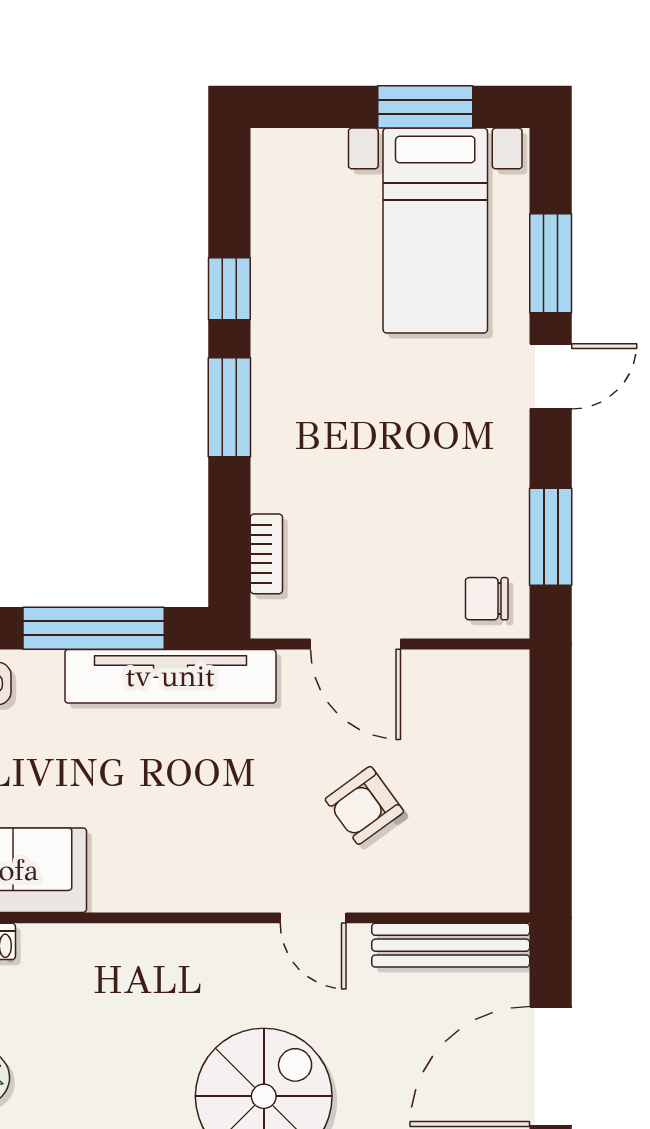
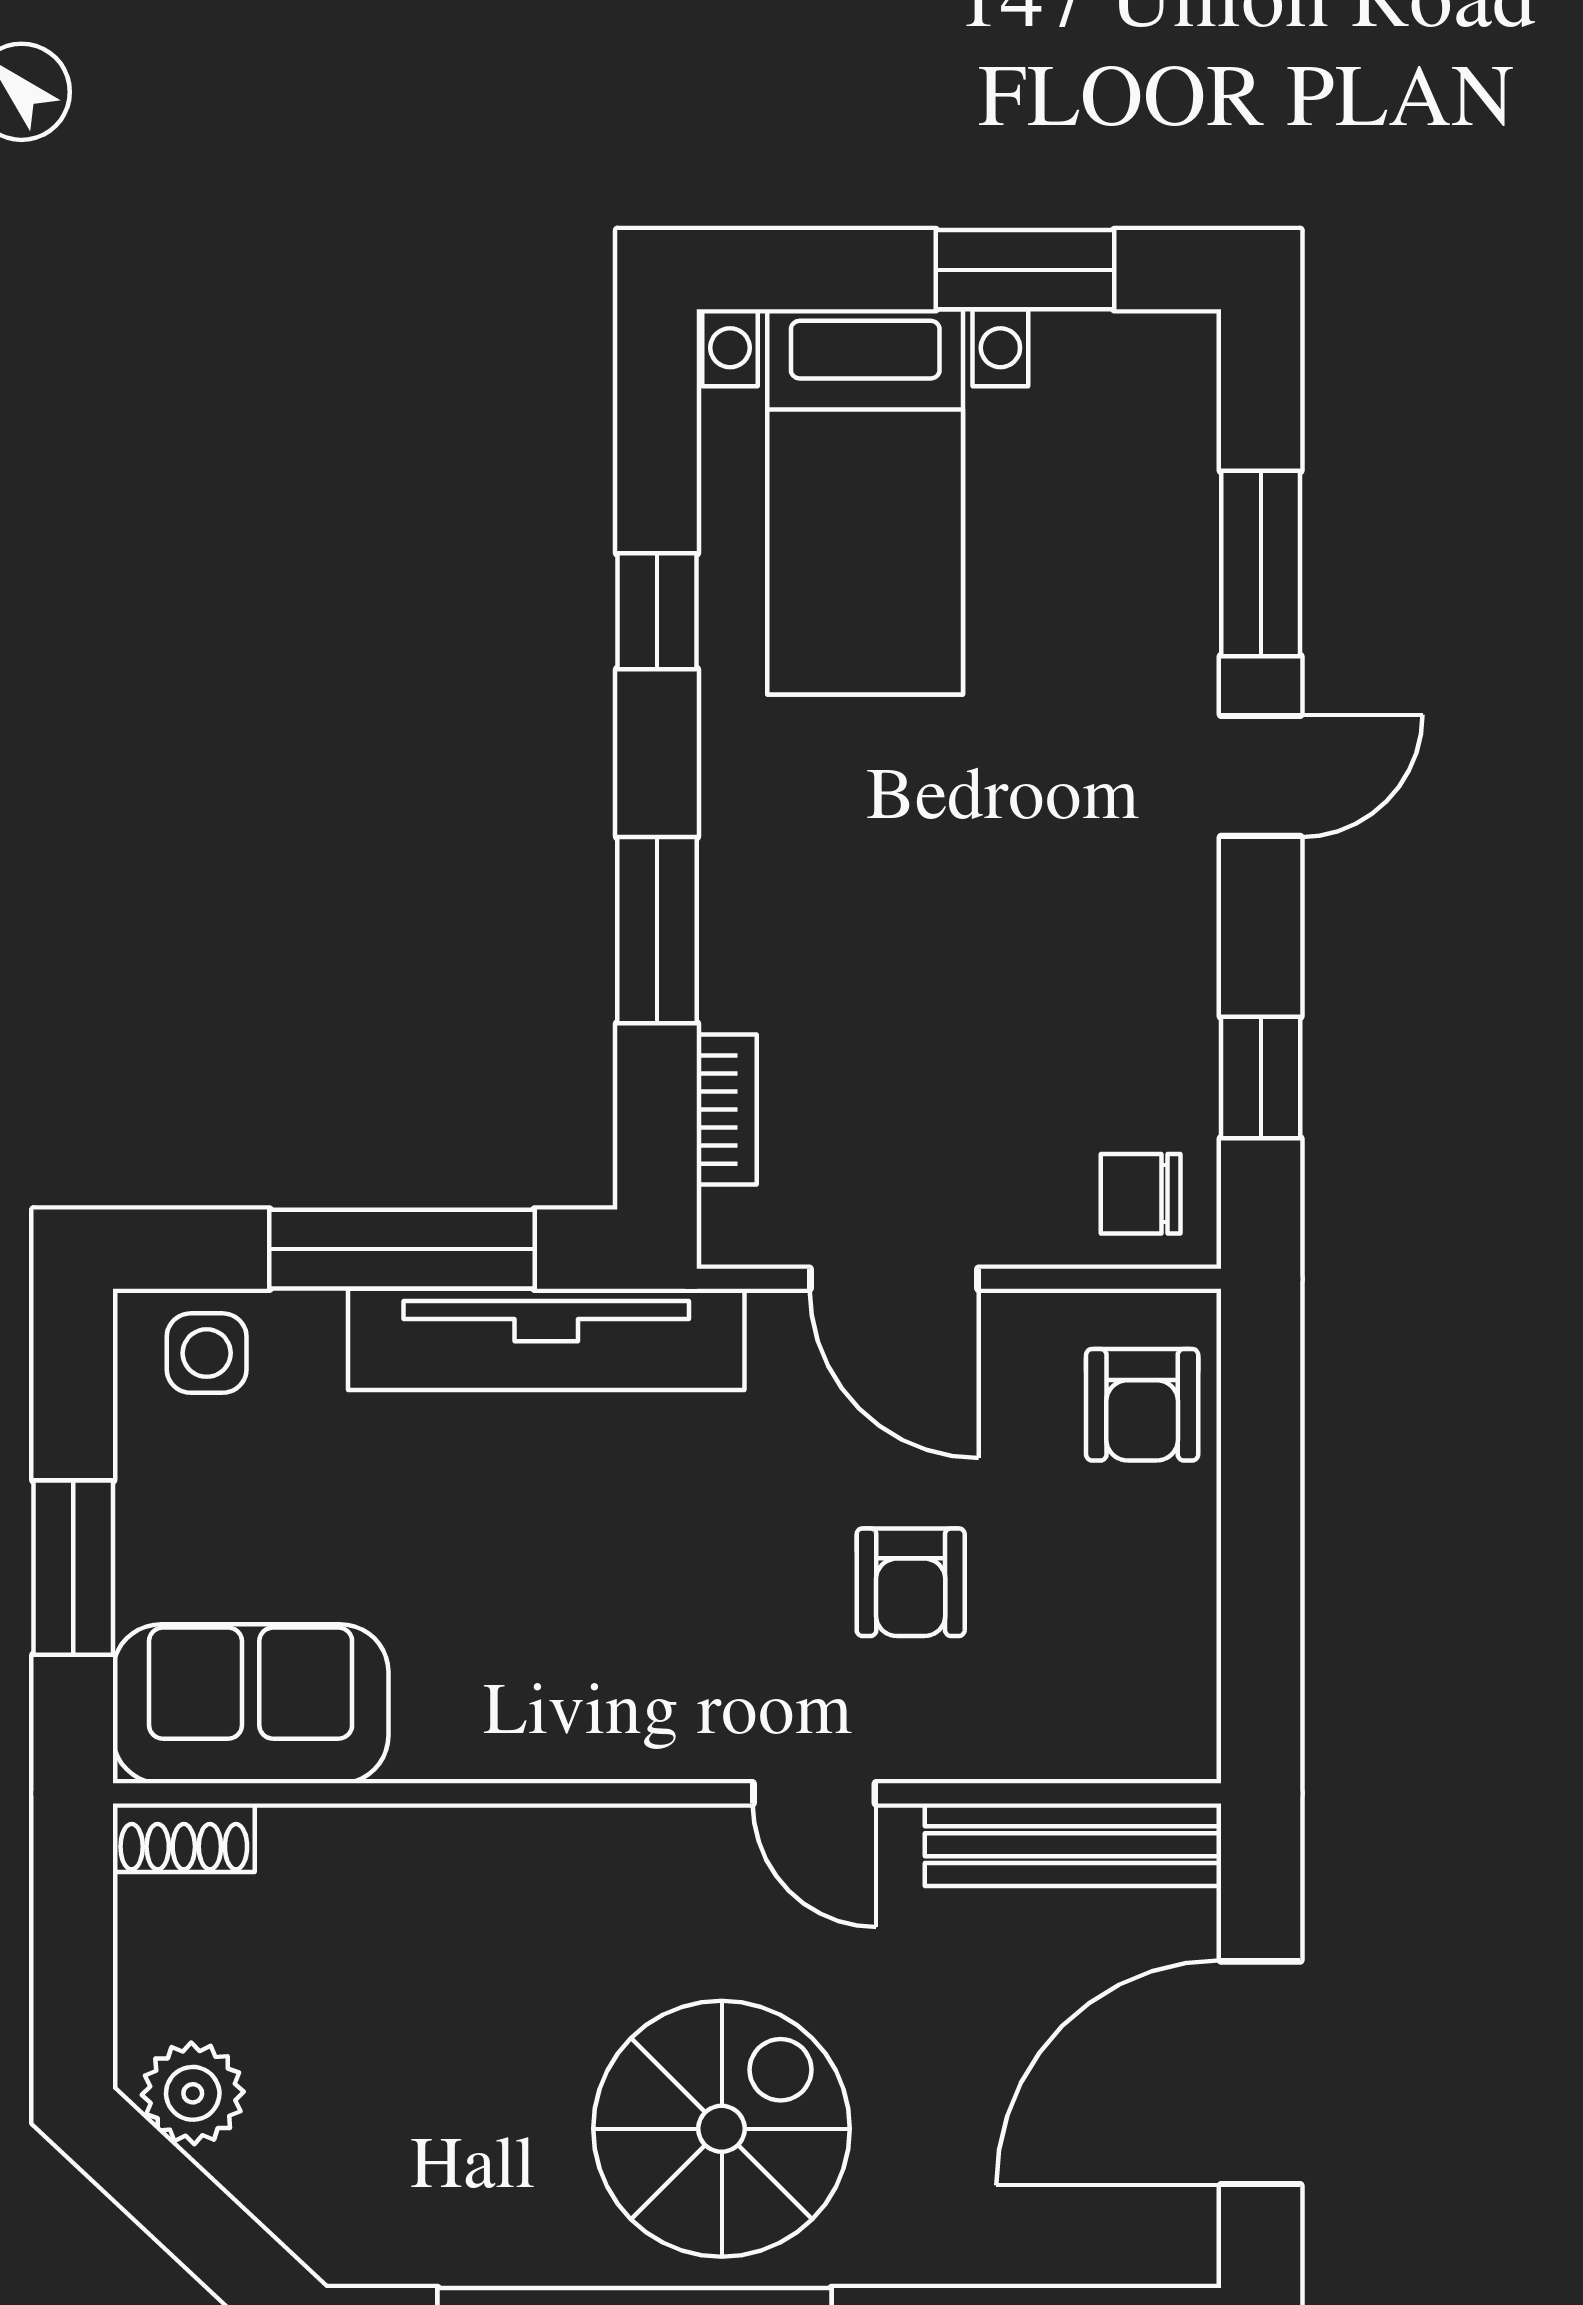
bed with nightstands: (435, 231) -> (865, 502), moved
window: (229, 407) -> (657, 930), moved
window: (551, 537) -> (1261, 1078), width x0.67
armchair: (488, 711) -> (1142, 1405), added
armchair: (364, 805) -> (911, 1582), turned -54

